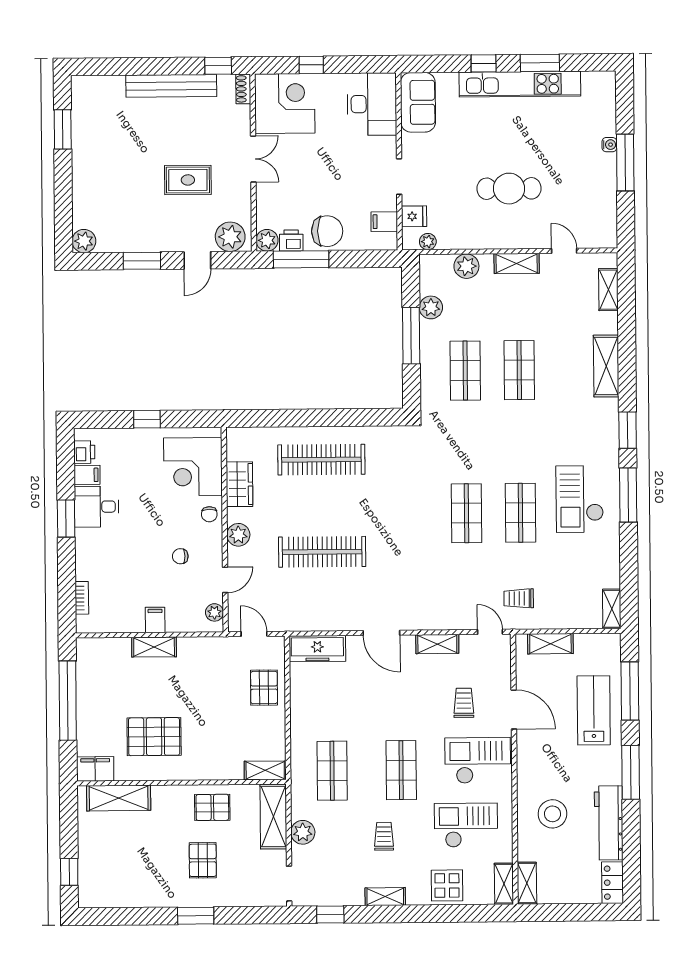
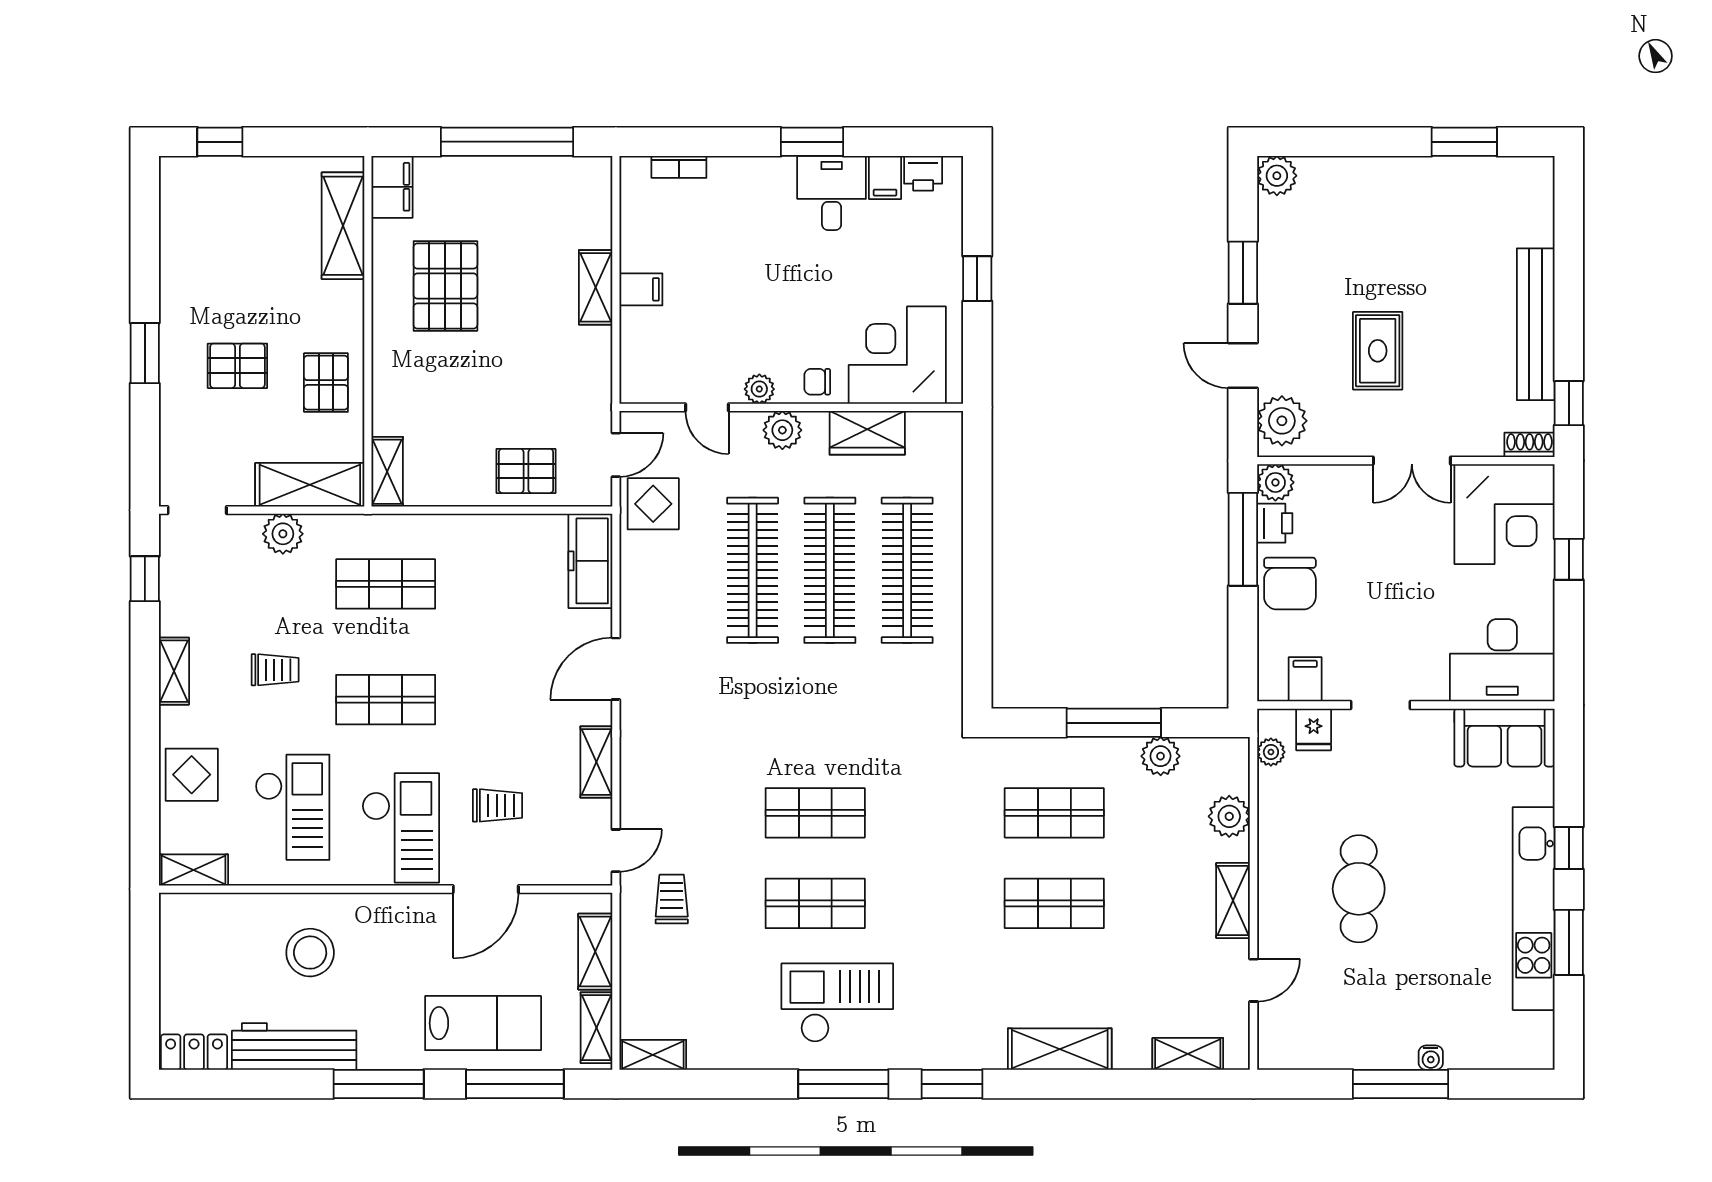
clothes rail: (322, 506) -> (830, 570), added
chair: (180, 556) -> (747, 333), removed
display table: (283, 611) -> (653, 504), added
plant: (214, 612) -> (759, 389), moved
shelving: (527, 883) -> (596, 1028), moved, turned 90

